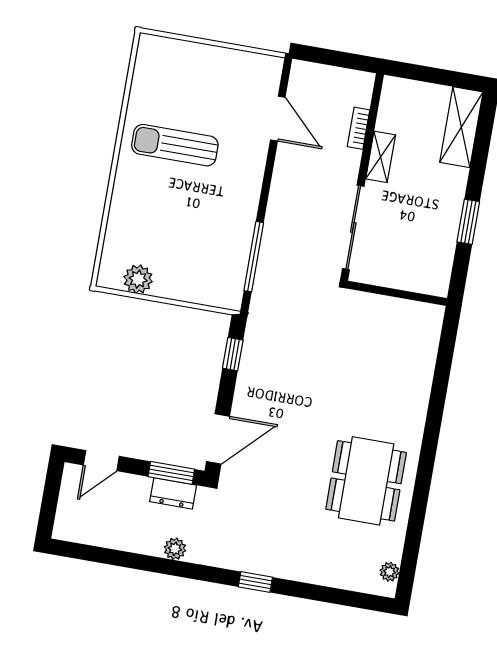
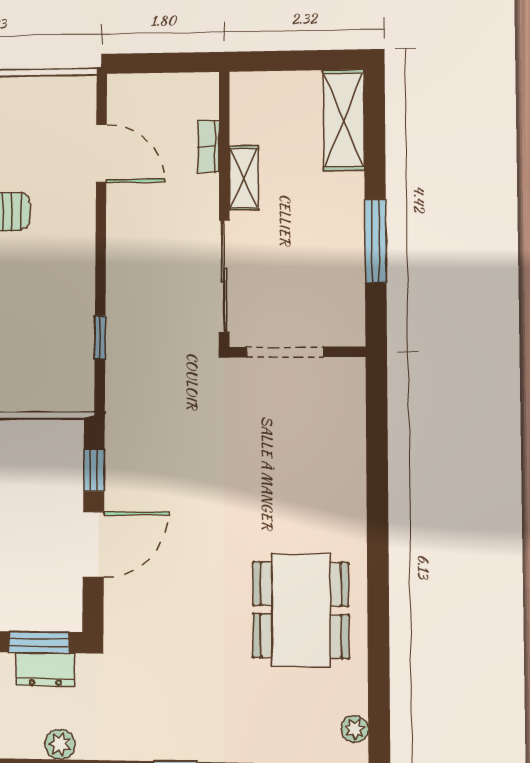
window: (468, 222) -> (375, 241), width x1.44
window: (254, 257) -> (100, 337), width x0.46
doorway: (388, 292) -> (285, 352), added
door: (218, 439) -> (93, 544), moved

